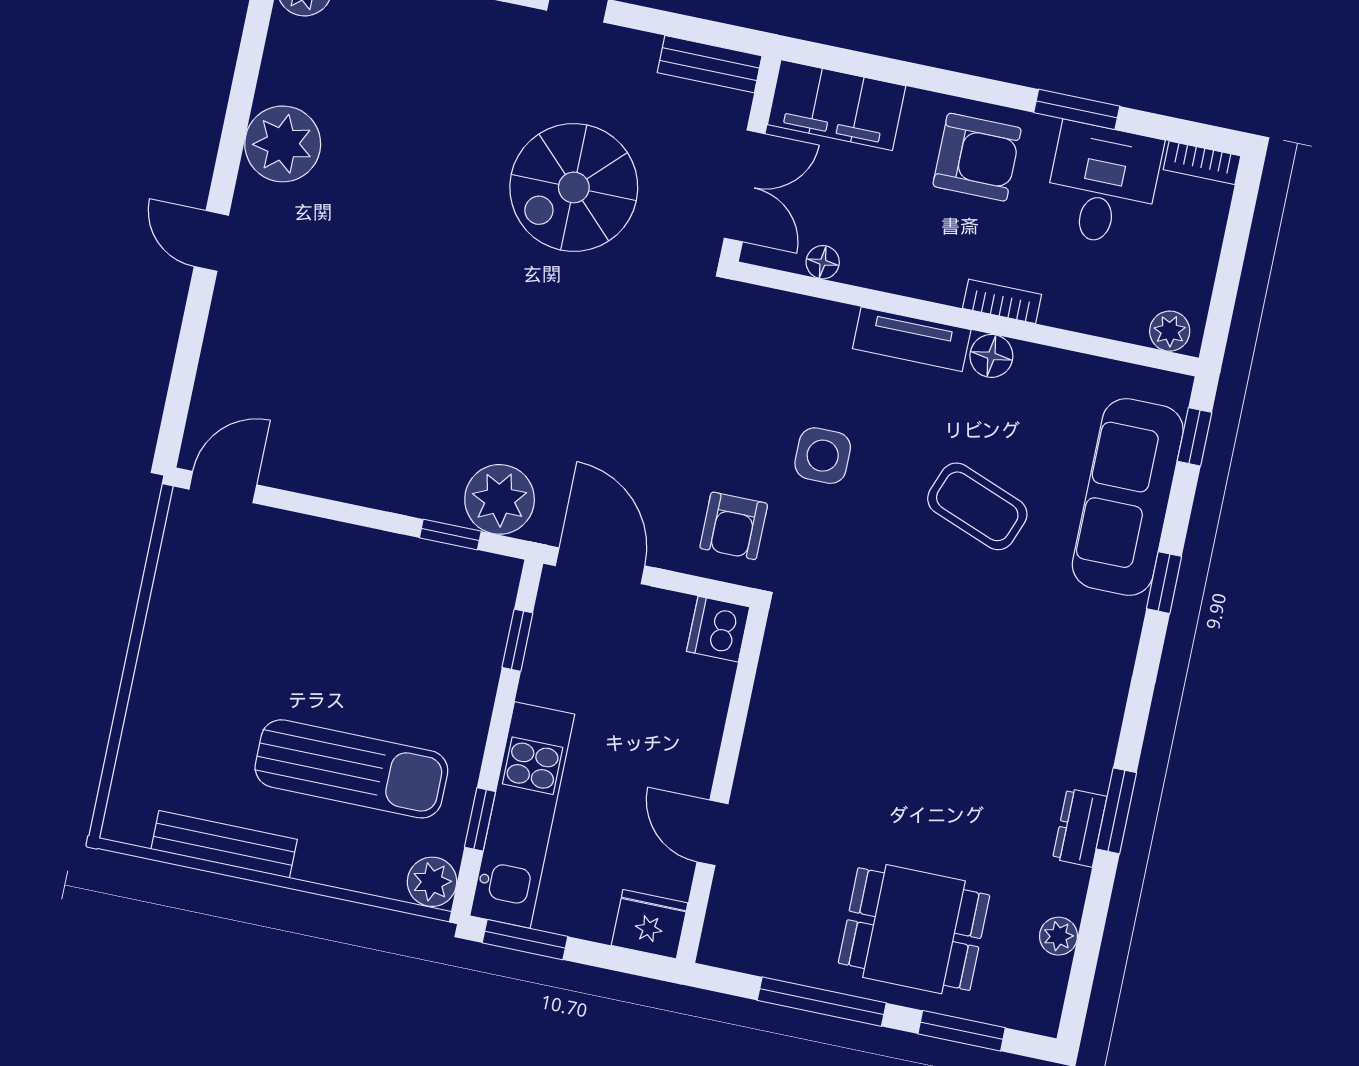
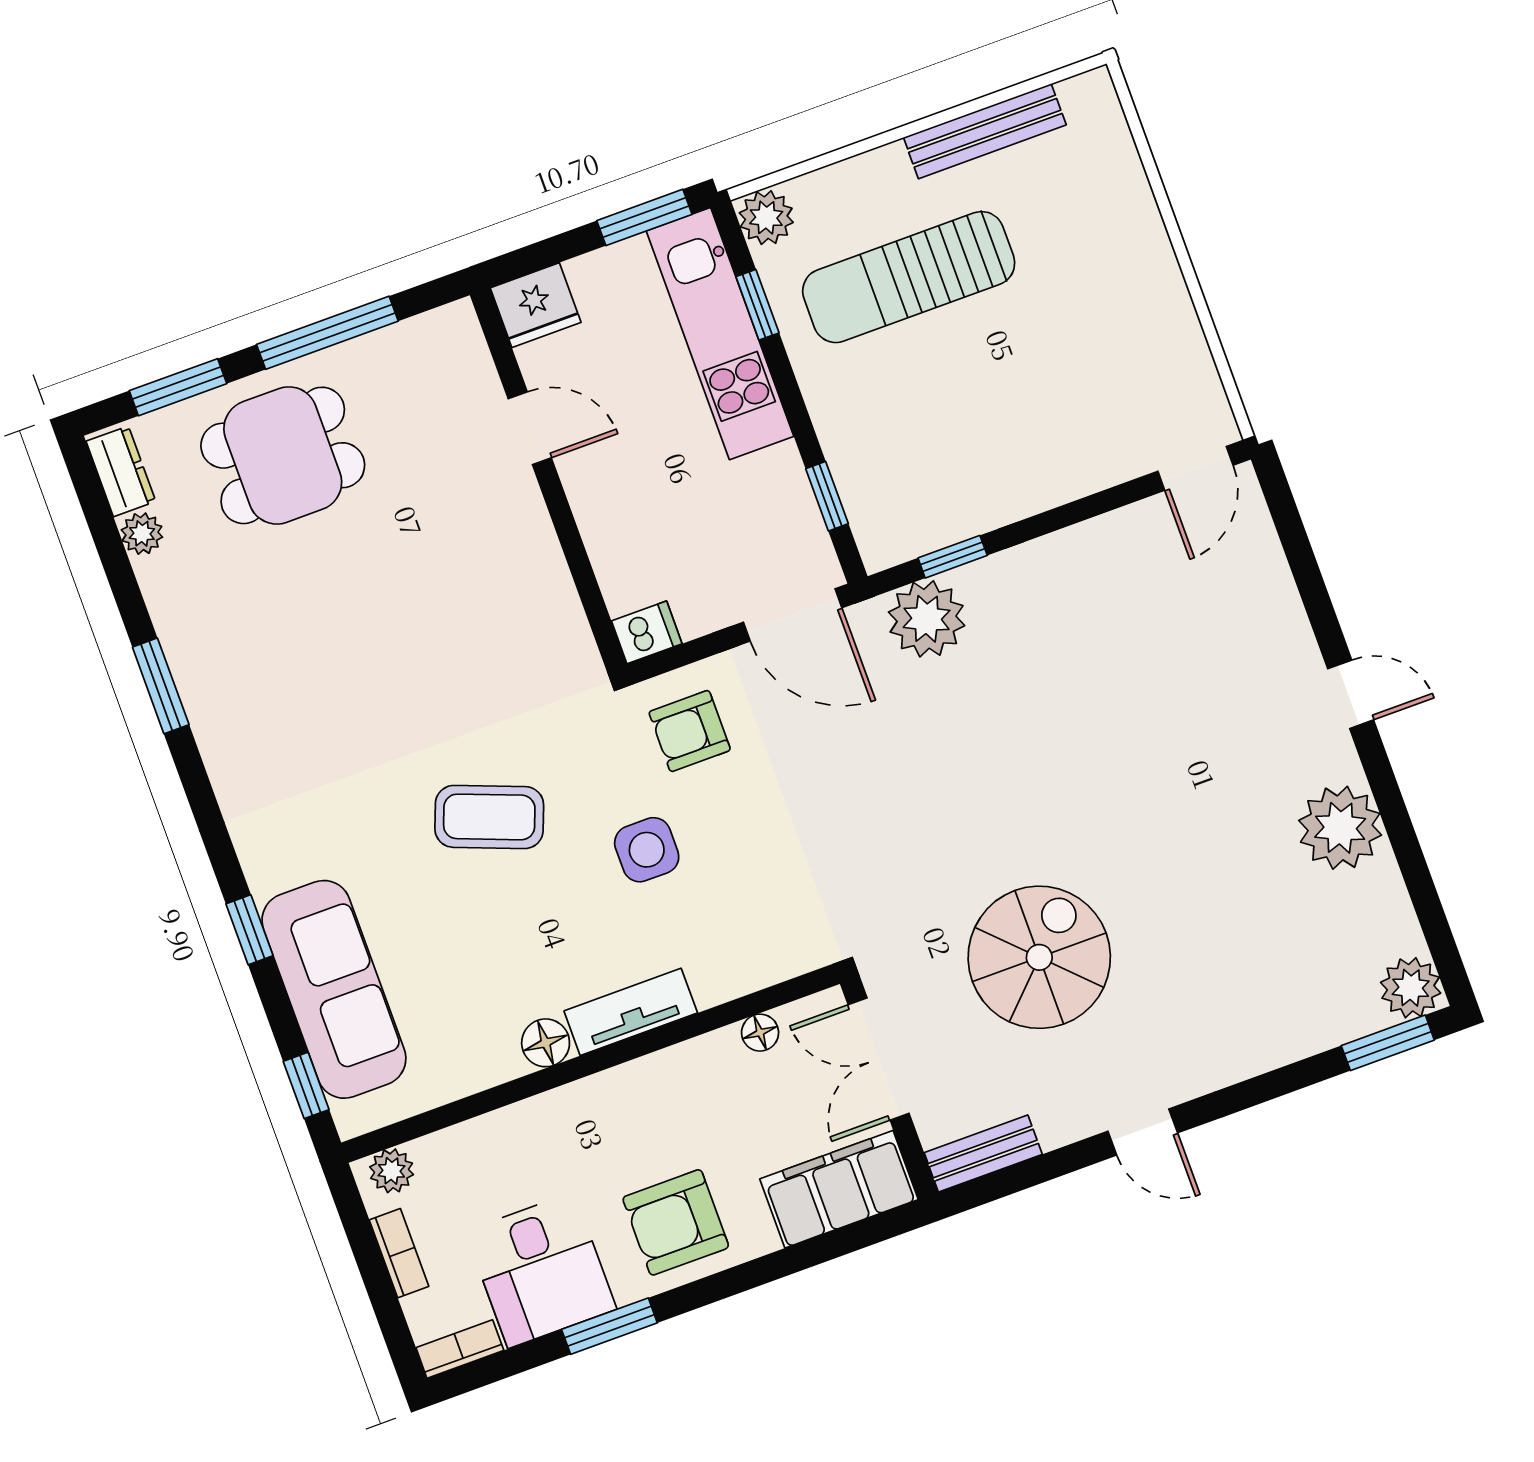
bookcase: (1002, 301) -> (399, 1253), moved, turned -90
coffee table: (977, 506) -> (489, 817), moved
armchair: (734, 526) -> (690, 731), turned -90
dishwasher: (718, 629) -> (647, 632), width x0.73
dresser: (1080, 828) -> (121, 471), moved

